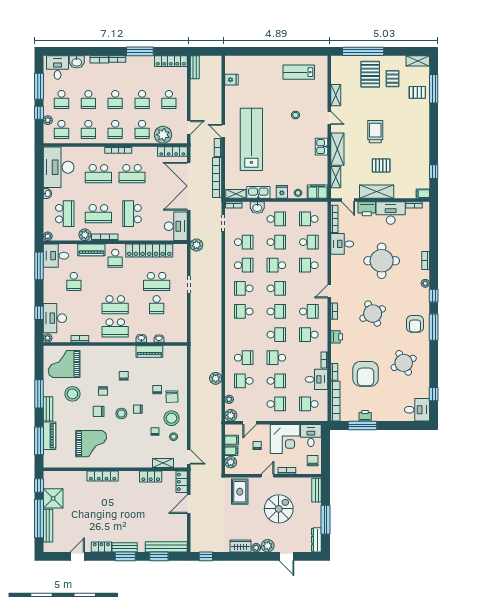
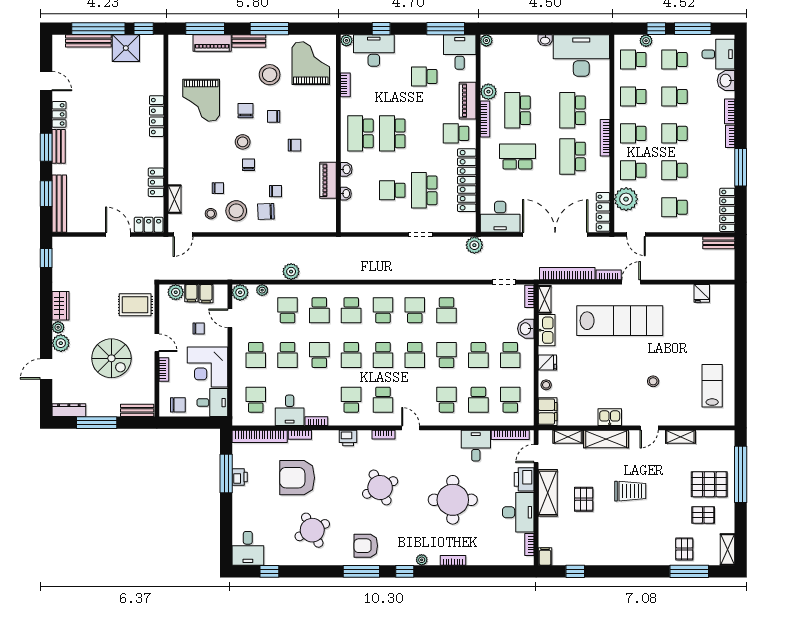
school desk: (65, 214) -> (517, 64), removed
school desk: (244, 242) -> (351, 310), moved

